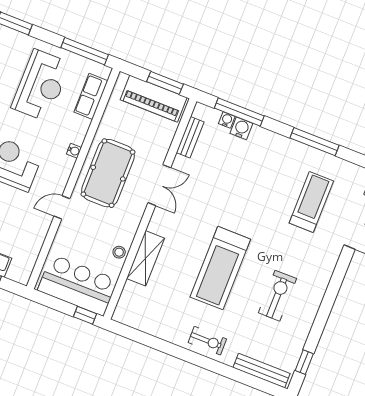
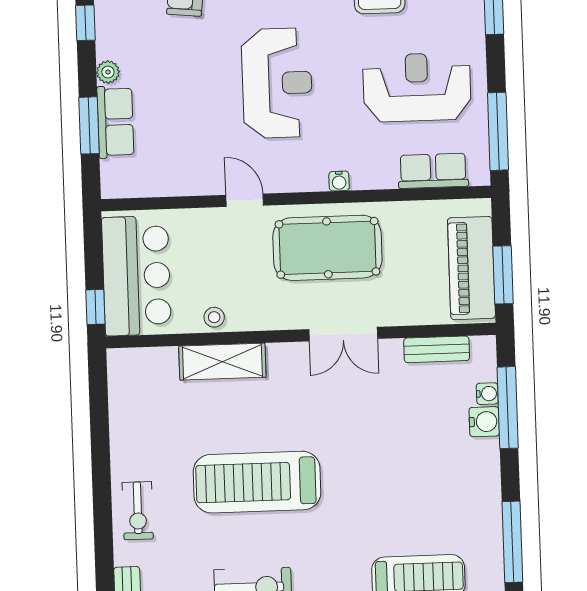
reception desk: (41, 85) -> (417, 87), turned 180

